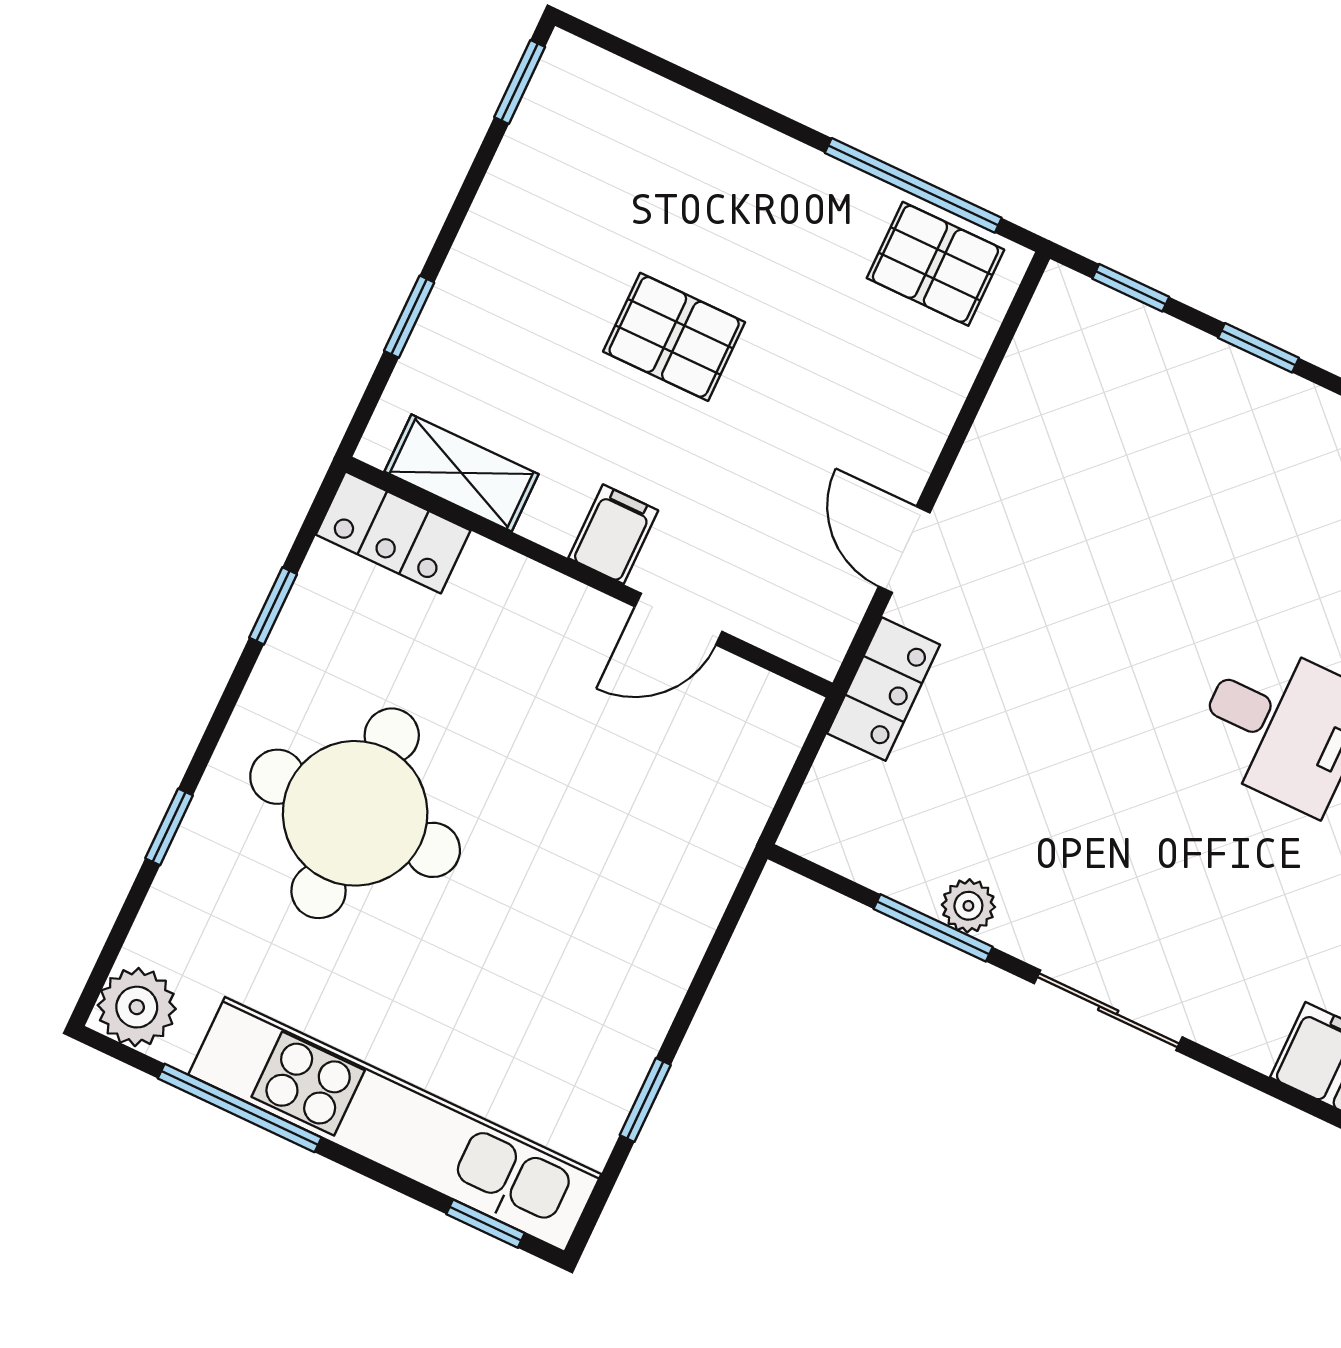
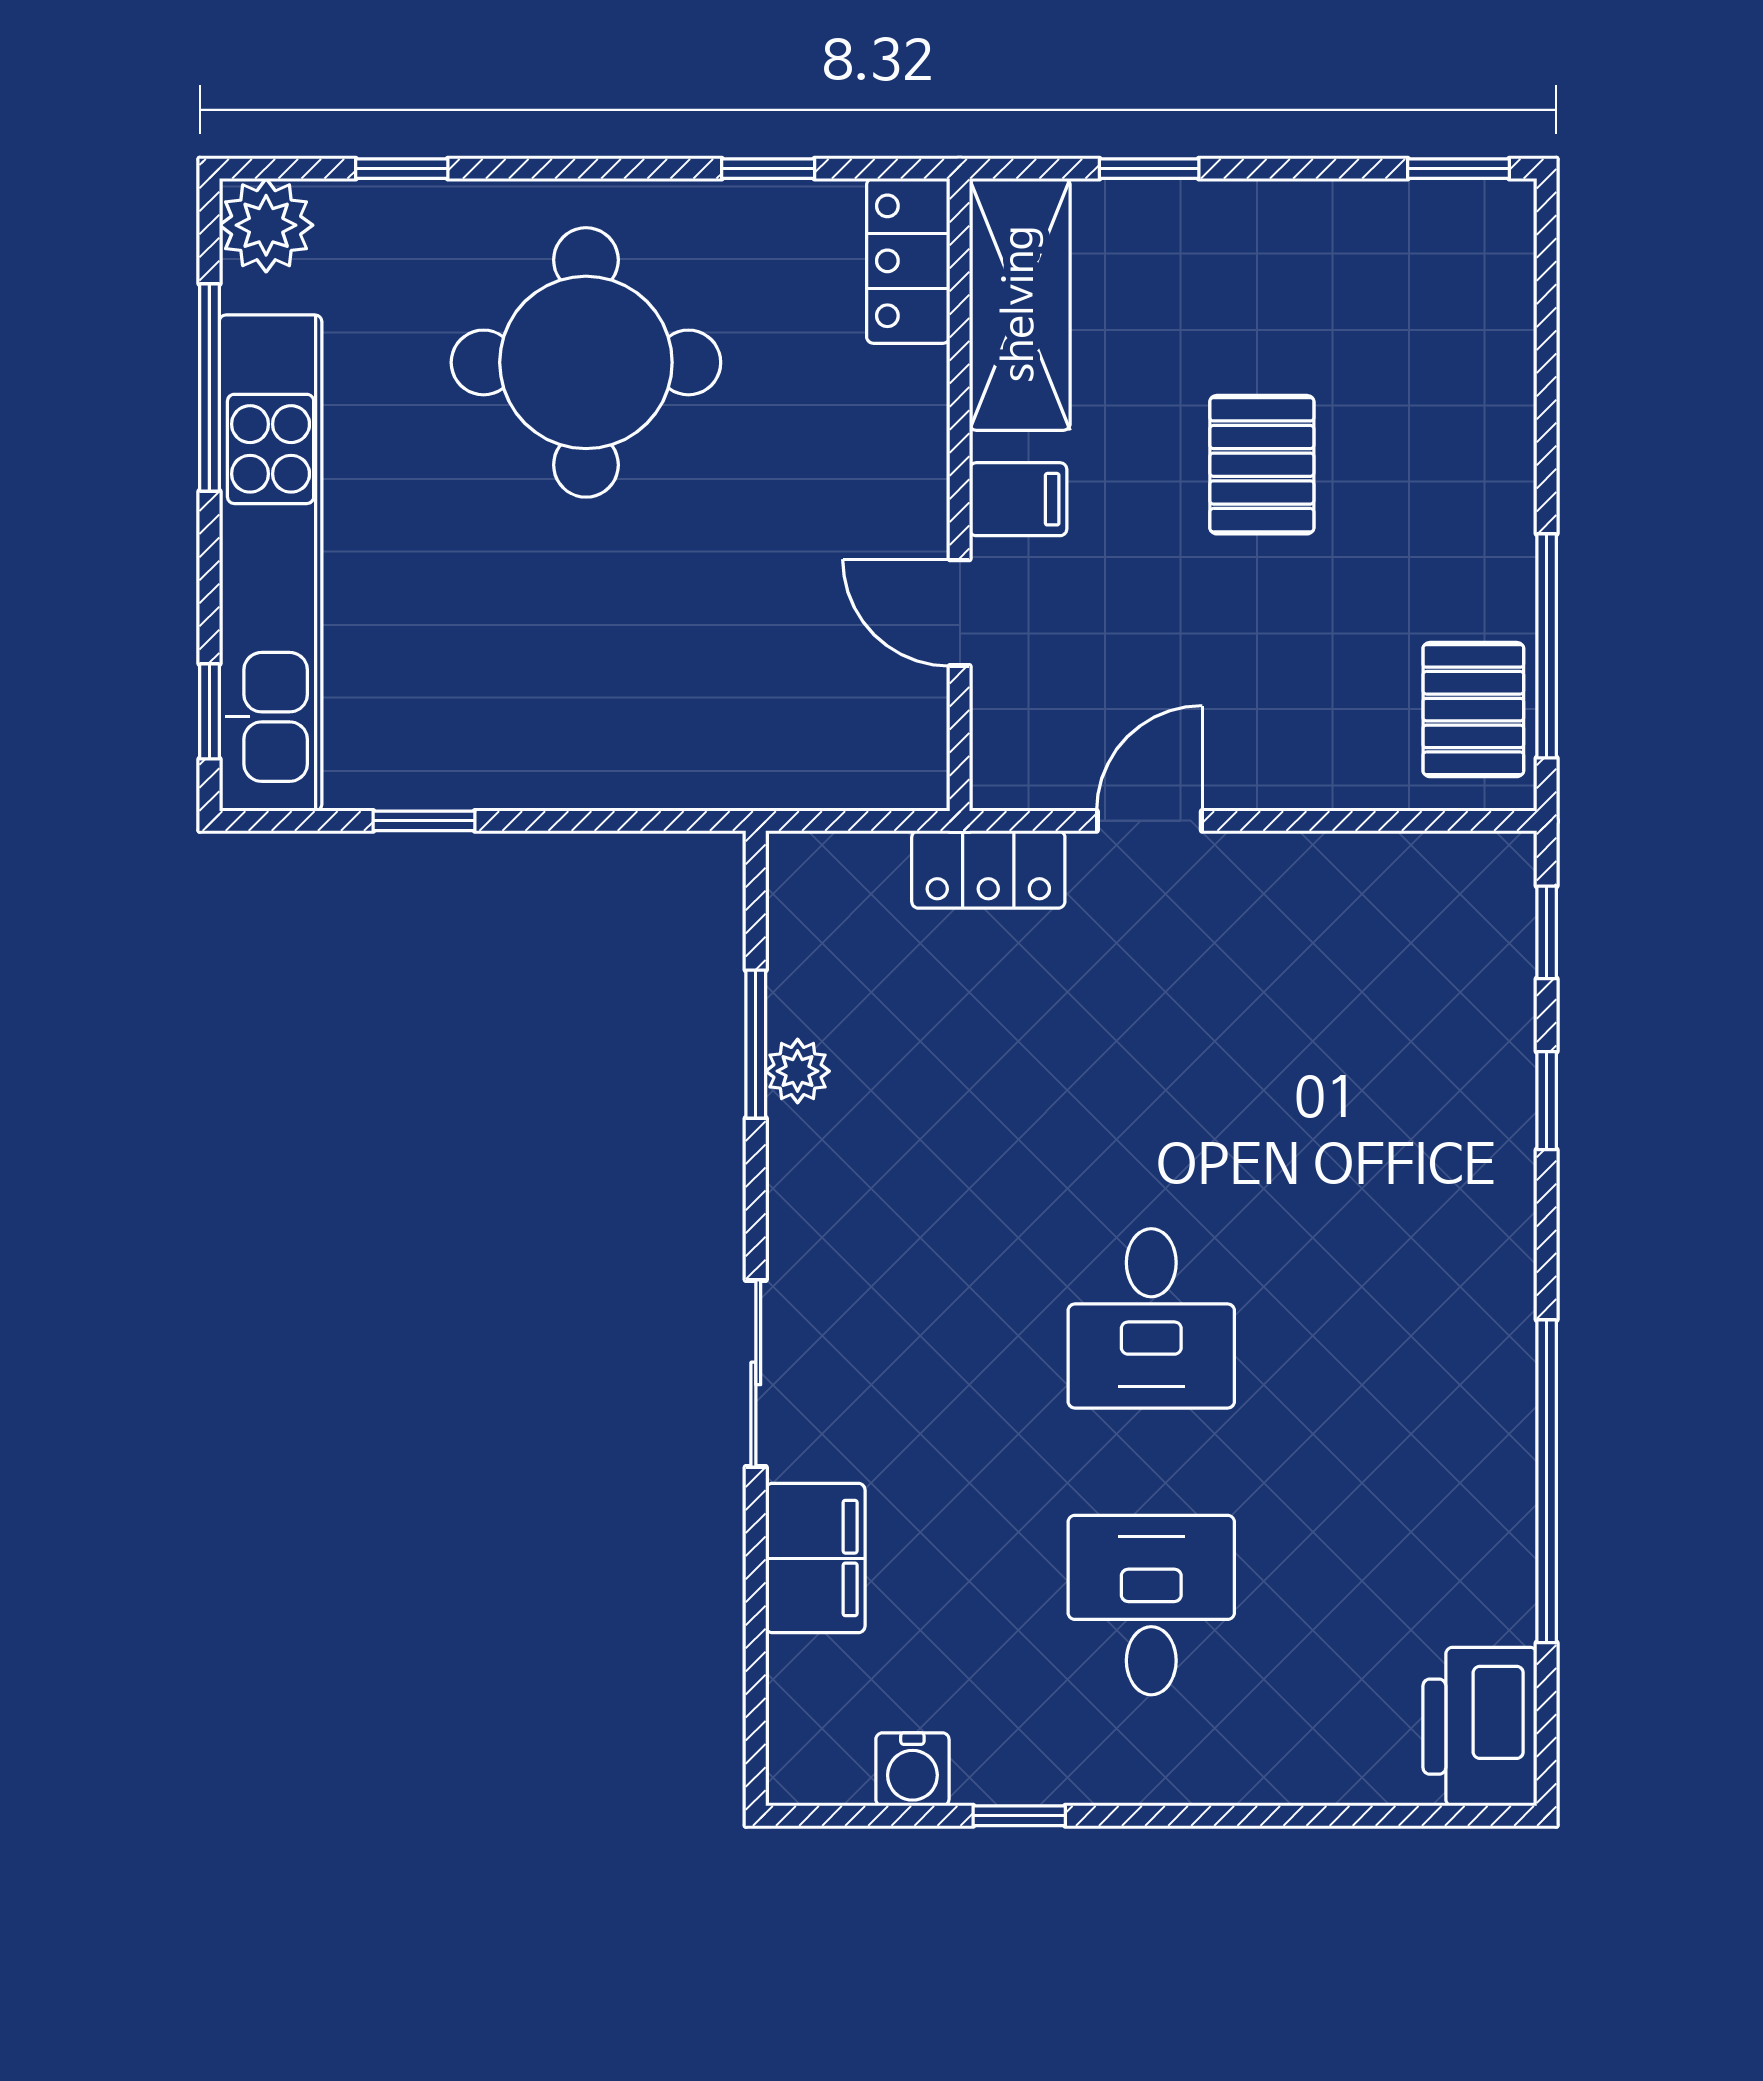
shelving: (461, 473) -> (1020, 304), width x1.50, depth x1.33
window: (169, 827) -> (402, 169), moved
sliding door: (1108, 1010) -> (756, 1373), moved

